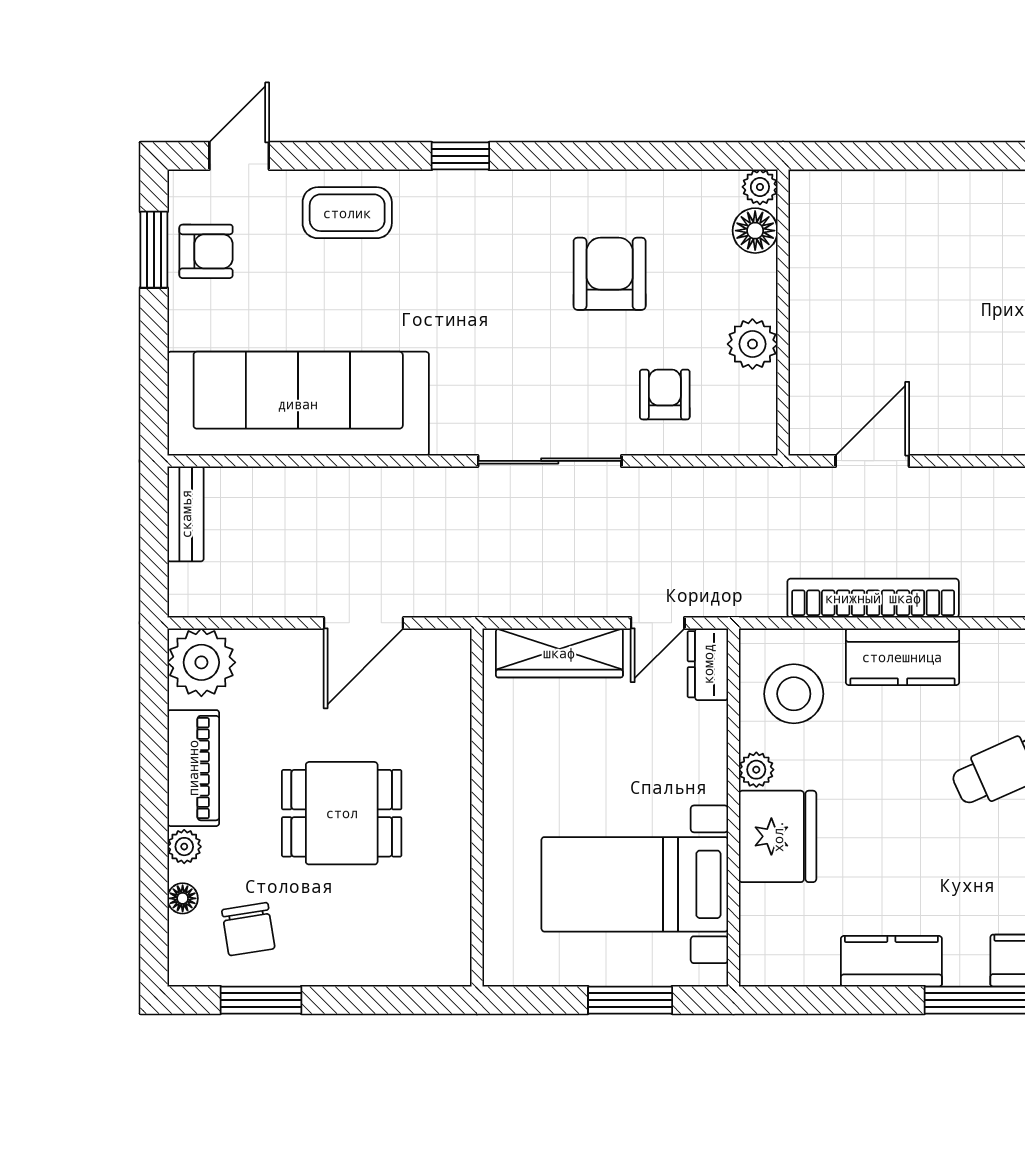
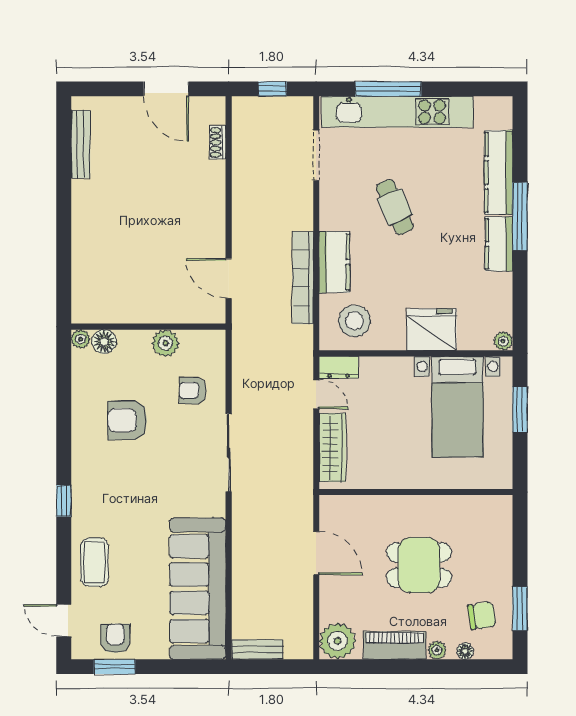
plant: (756, 770) -> (503, 341), moved
dining table: (342, 813) -> (419, 565), turned 90
kitchen counter: (891, 961) -> (499, 244), moved

